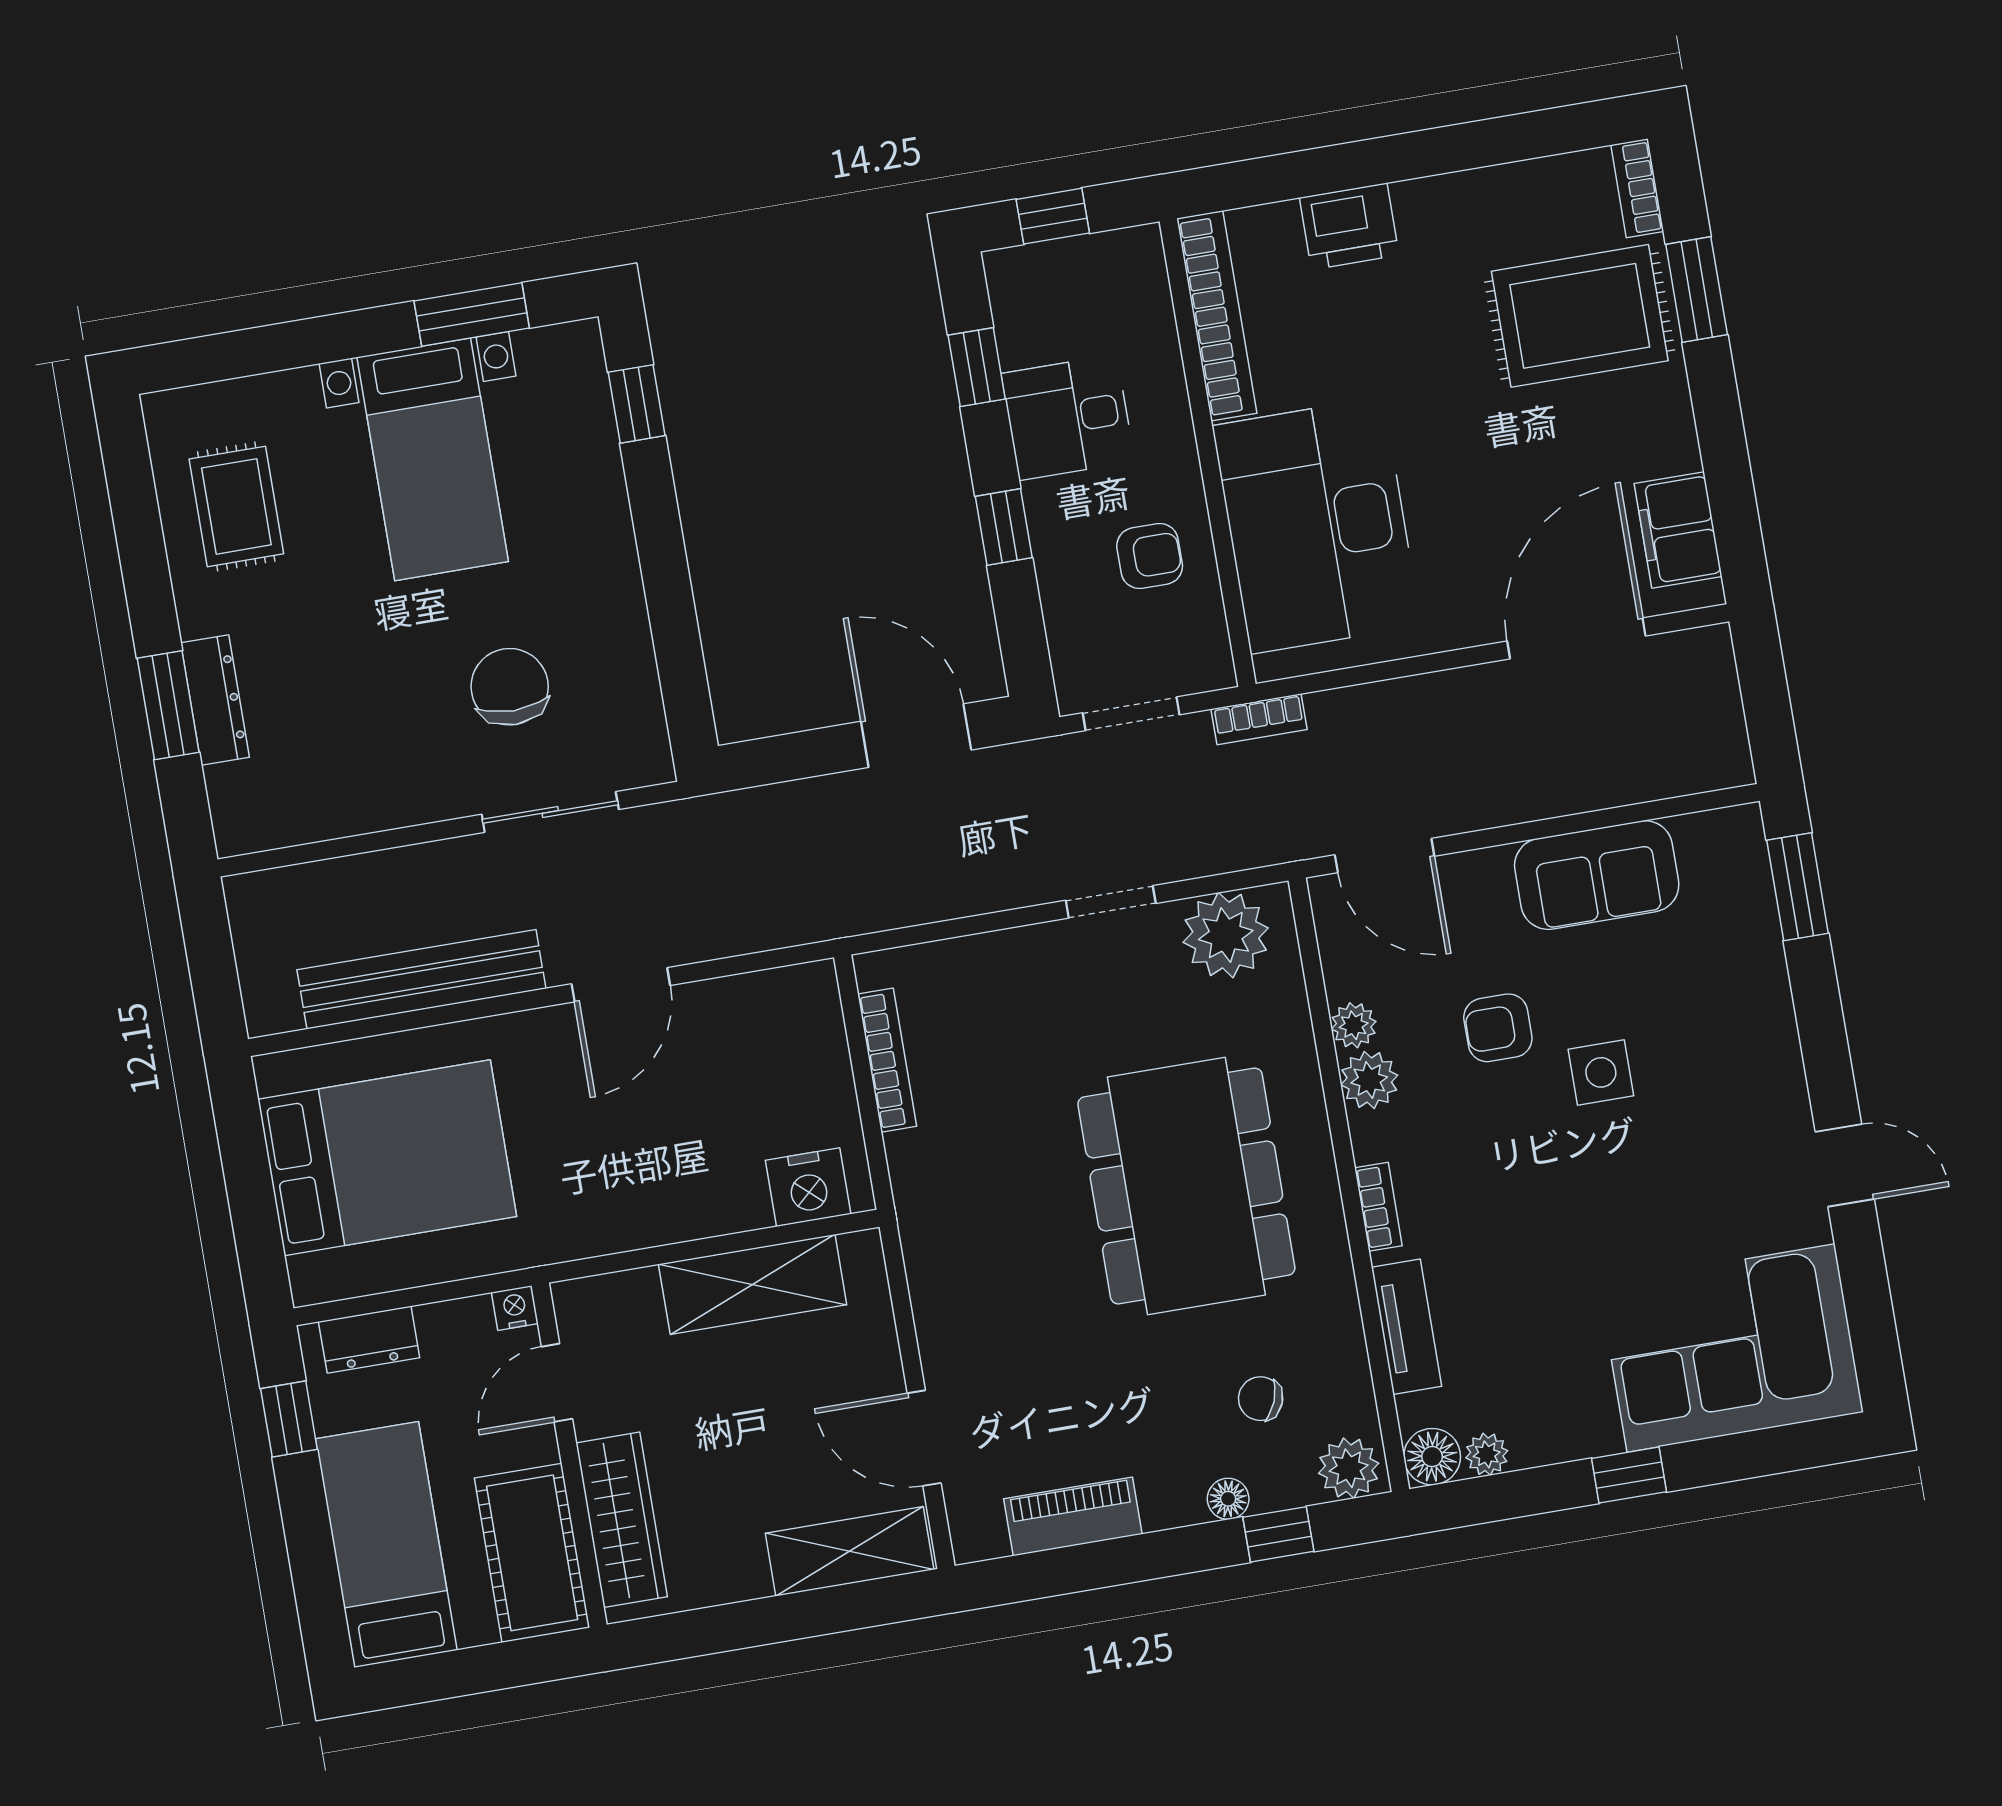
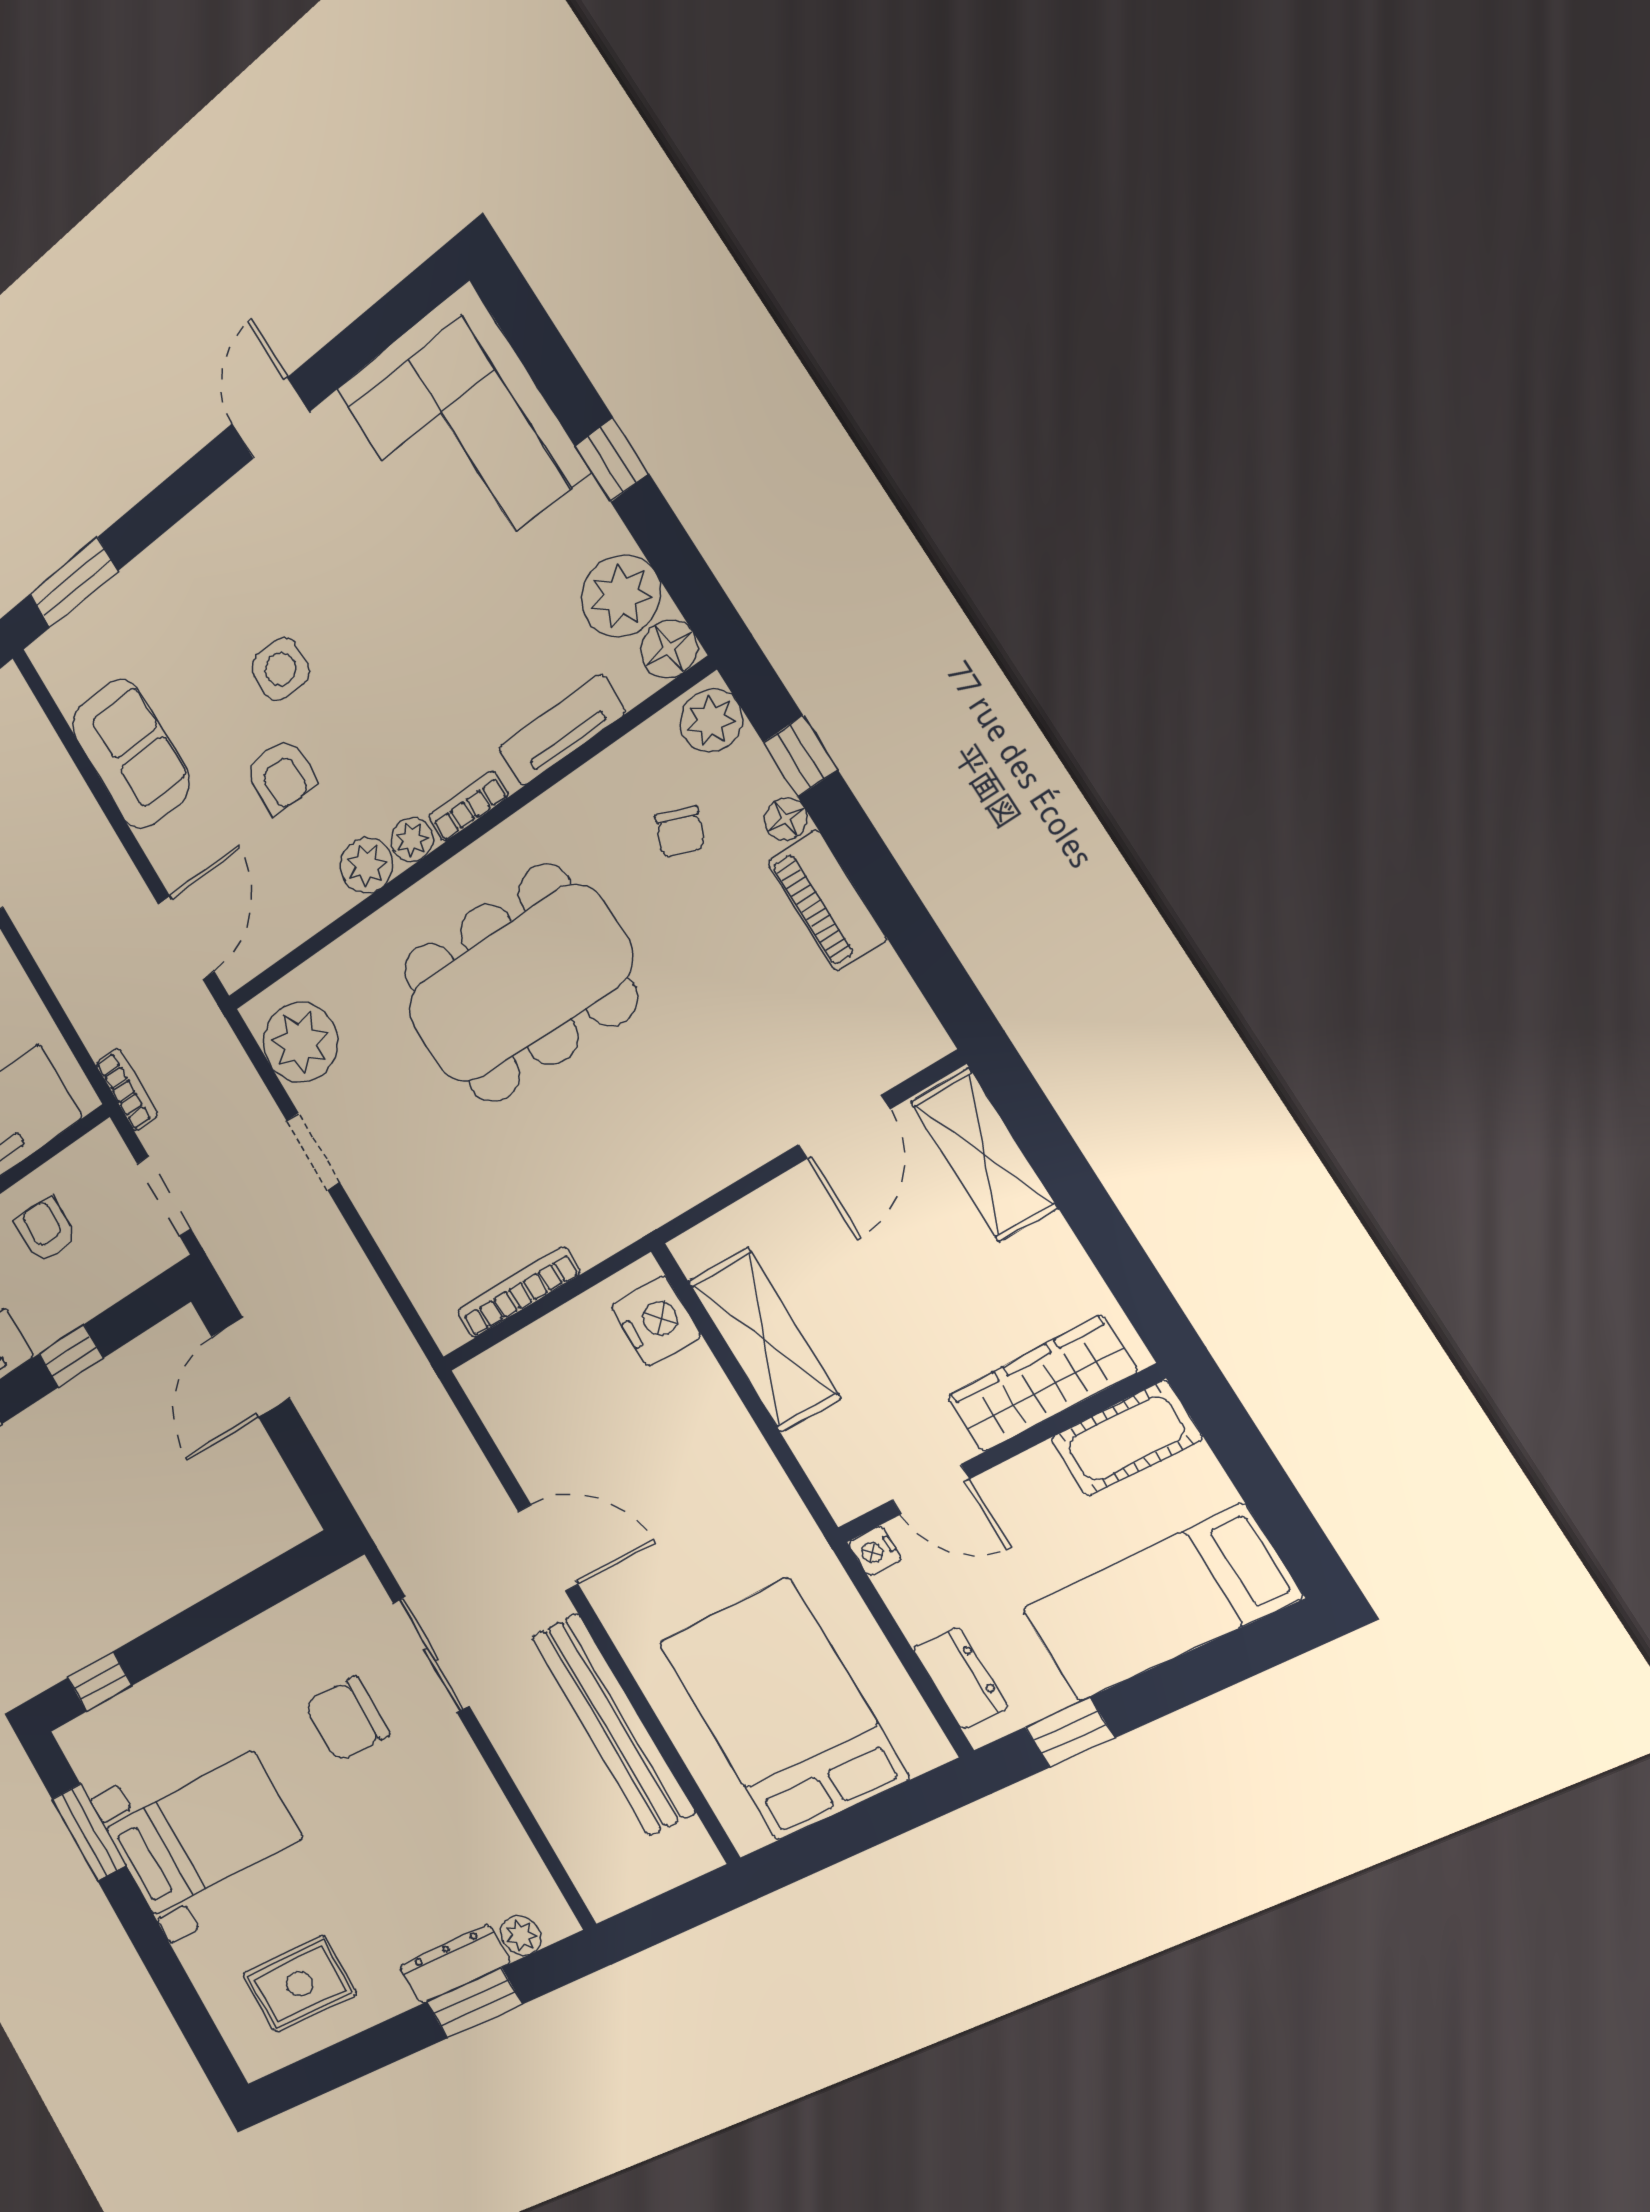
plant: (228, 788) -> (521, 1936), added
plant: (1354, 1025) -> (412, 840), moved
plant: (1487, 1454) -> (621, 596), width x1.87, depth x1.87
piano: (1073, 1516) -> (827, 901), moved
cot: (532, 1553) -> (1126, 1438), width x0.73, depth x0.75

